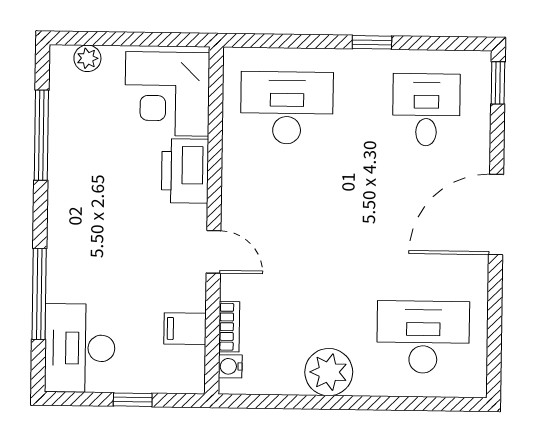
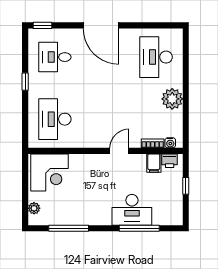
printer: (185, 171) -> (170, 161), moved, width x0.53, depth x0.68
desk: (80, 348) -> (132, 210), moved

